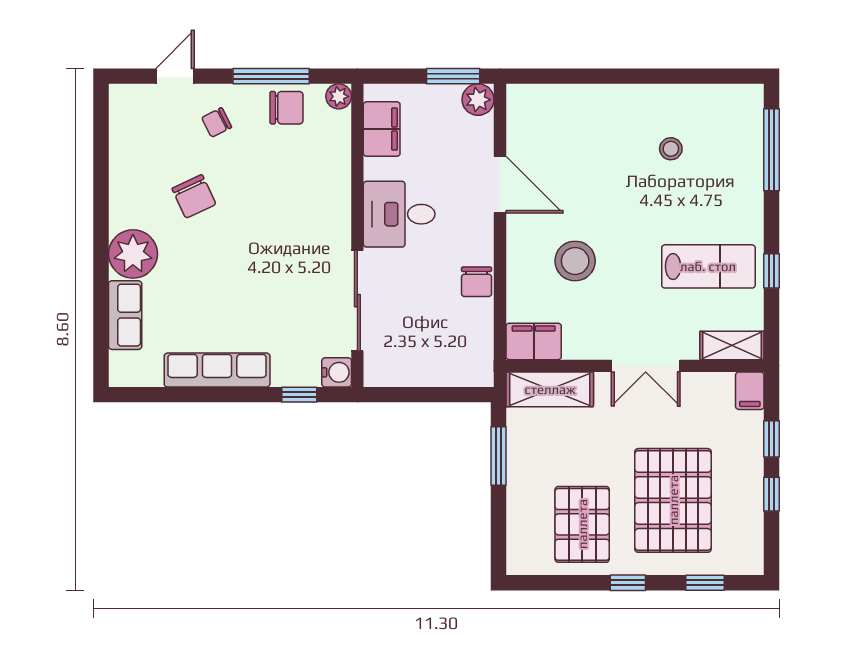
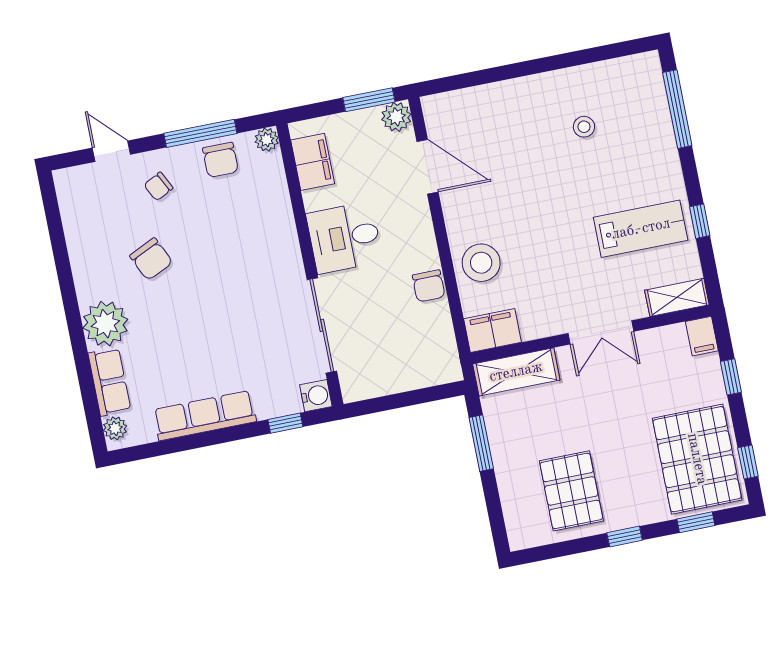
door: (175, 76) -> (111, 151), hinge flipped
chair: (286, 108) -> (220, 160), turned 90
door: (500, 185) -> (427, 167), moved
stool: (575, 261) -> (481, 263), moved
plant: (121, 365) -> (115, 428), added
window: (771, 494) -> (748, 462), moved
pallet: (673, 500) -> (697, 459), moved

